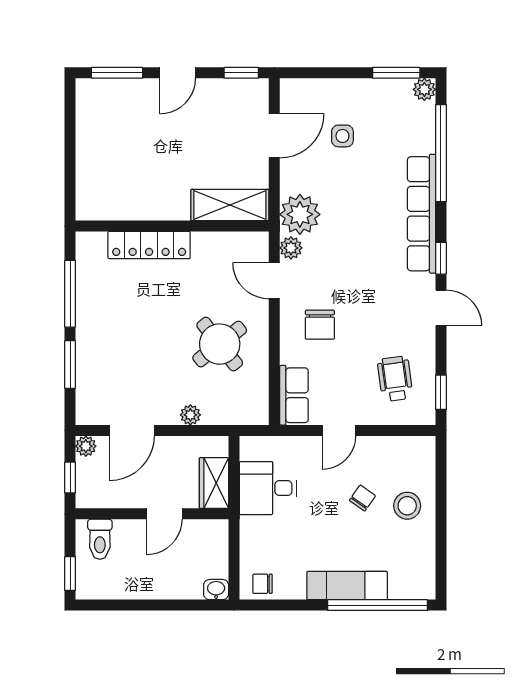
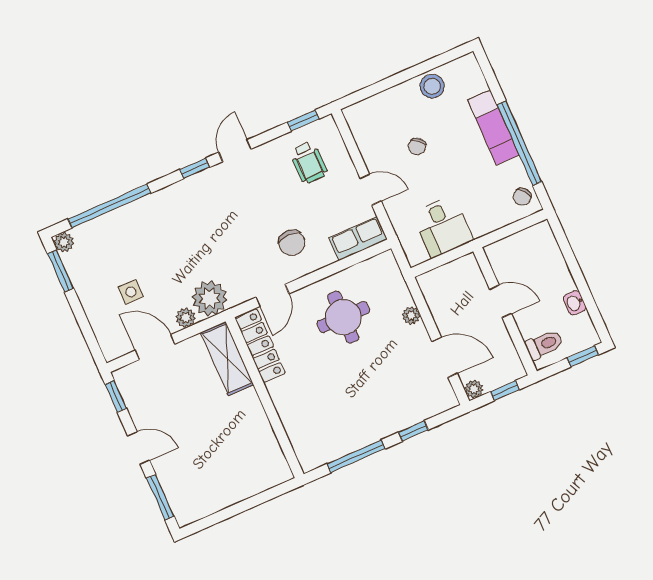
row of seats: (422, 214) -> (166, 200), removed
locker: (149, 245) -> (260, 346), moved
plant: (291, 248) -> (186, 318), moved
chair: (320, 325) -> (292, 243), turned 90
round table: (220, 344) -> (343, 317), turned 38
window: (70, 364) -> (413, 431), width x0.67
wheelchair: (395, 379) -> (309, 163), turned -82
wardrobe: (214, 483) -> (458, 272), removed
chair: (362, 498) -> (417, 146), turned -82
stool: (407, 506) -> (432, 86), moved
chair: (263, 584) -> (522, 197), turned 51
washbasin: (216, 590) -> (575, 303), moved
window: (378, 605) -> (519, 143), moved

